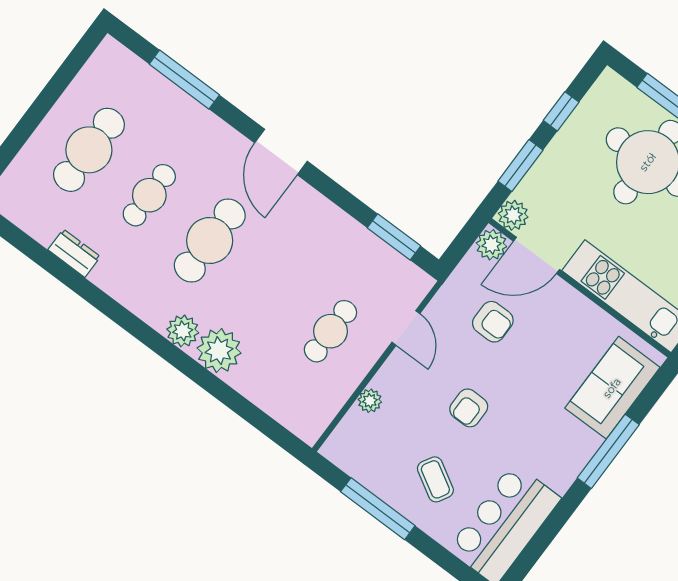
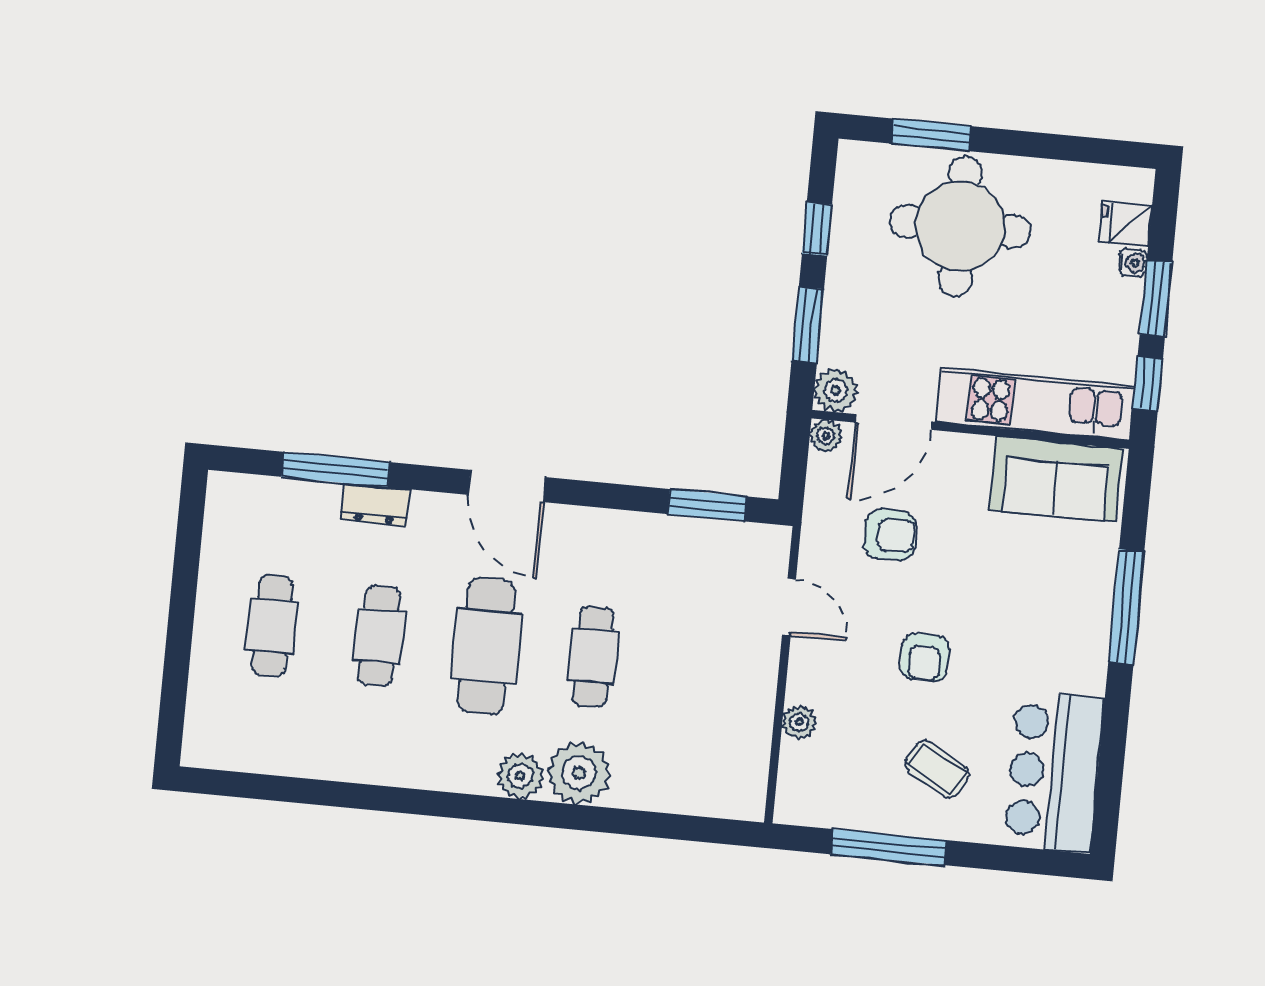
cafe table: (89, 150) -> (272, 626), width x0.73, depth x0.74
plant: (491, 245) -> (826, 436), width x0.73, depth x0.73
dresser: (74, 253) -> (375, 505), moved, turned 180
cafe table: (330, 331) -> (593, 656), moved
sofa: (612, 388) -> (1056, 479), moved, turned -90

